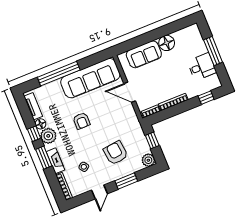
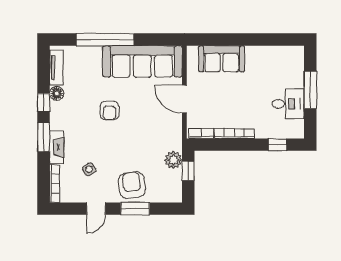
floor lamp: (167, 43) -> (256, 56), removed
plant: (48, 136) -> (60, 112), removed
armchair: (116, 153) -> (132, 185), moved
plant: (148, 160) -> (173, 160), moved

